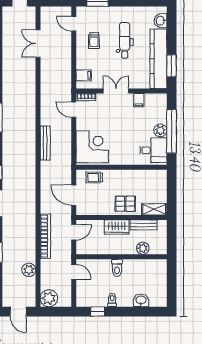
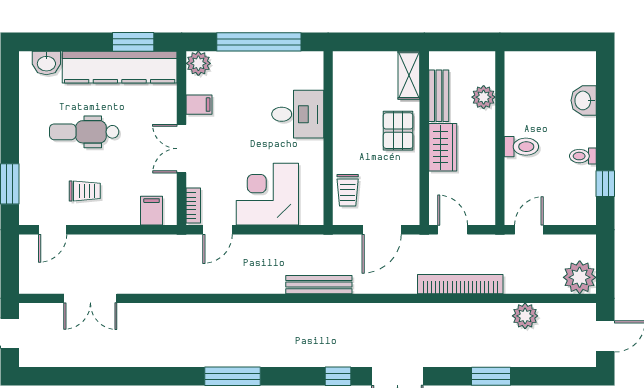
plant: (160, 130) -> (198, 63), moved
bench: (45, 143) -> (319, 285), moved
corner desk: (92, 147) -> (267, 194), moved
desk: (153, 150) -> (298, 114), moved, turned 90

